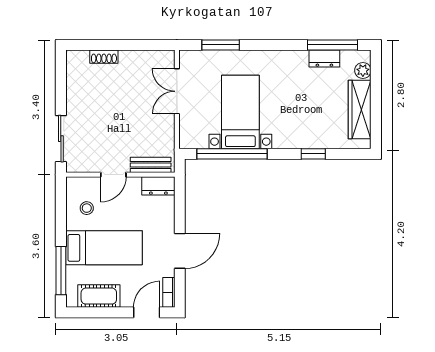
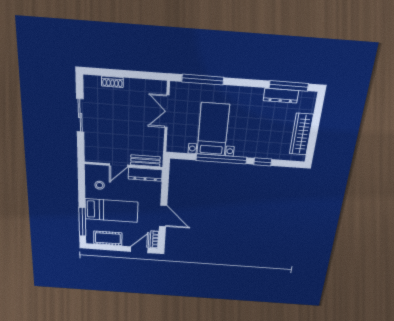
window: (221, 45) -> (203, 80), width x1.44
dresser: (324, 58) -> (281, 96), width x1.44
plant: (363, 70) -> (309, 107), removed
sliding door: (61, 139) -> (80, 115), moved
window: (232, 154) -> (221, 159), moved
dresser: (158, 186) -> (145, 174), width x1.44
door: (180, 251) -> (163, 216), hinge flipped

